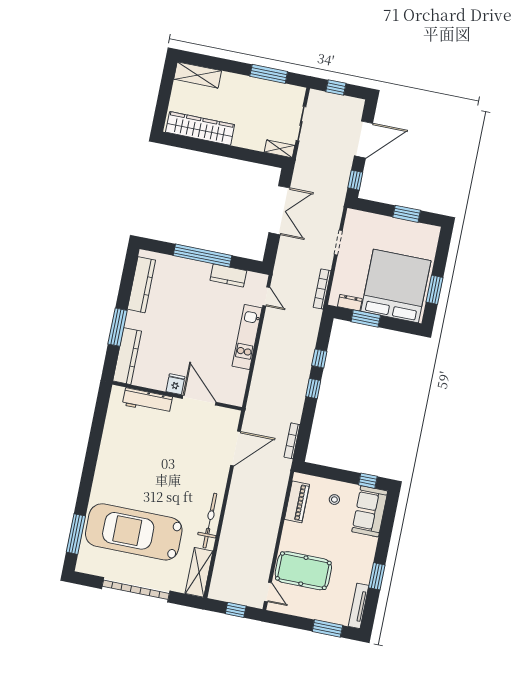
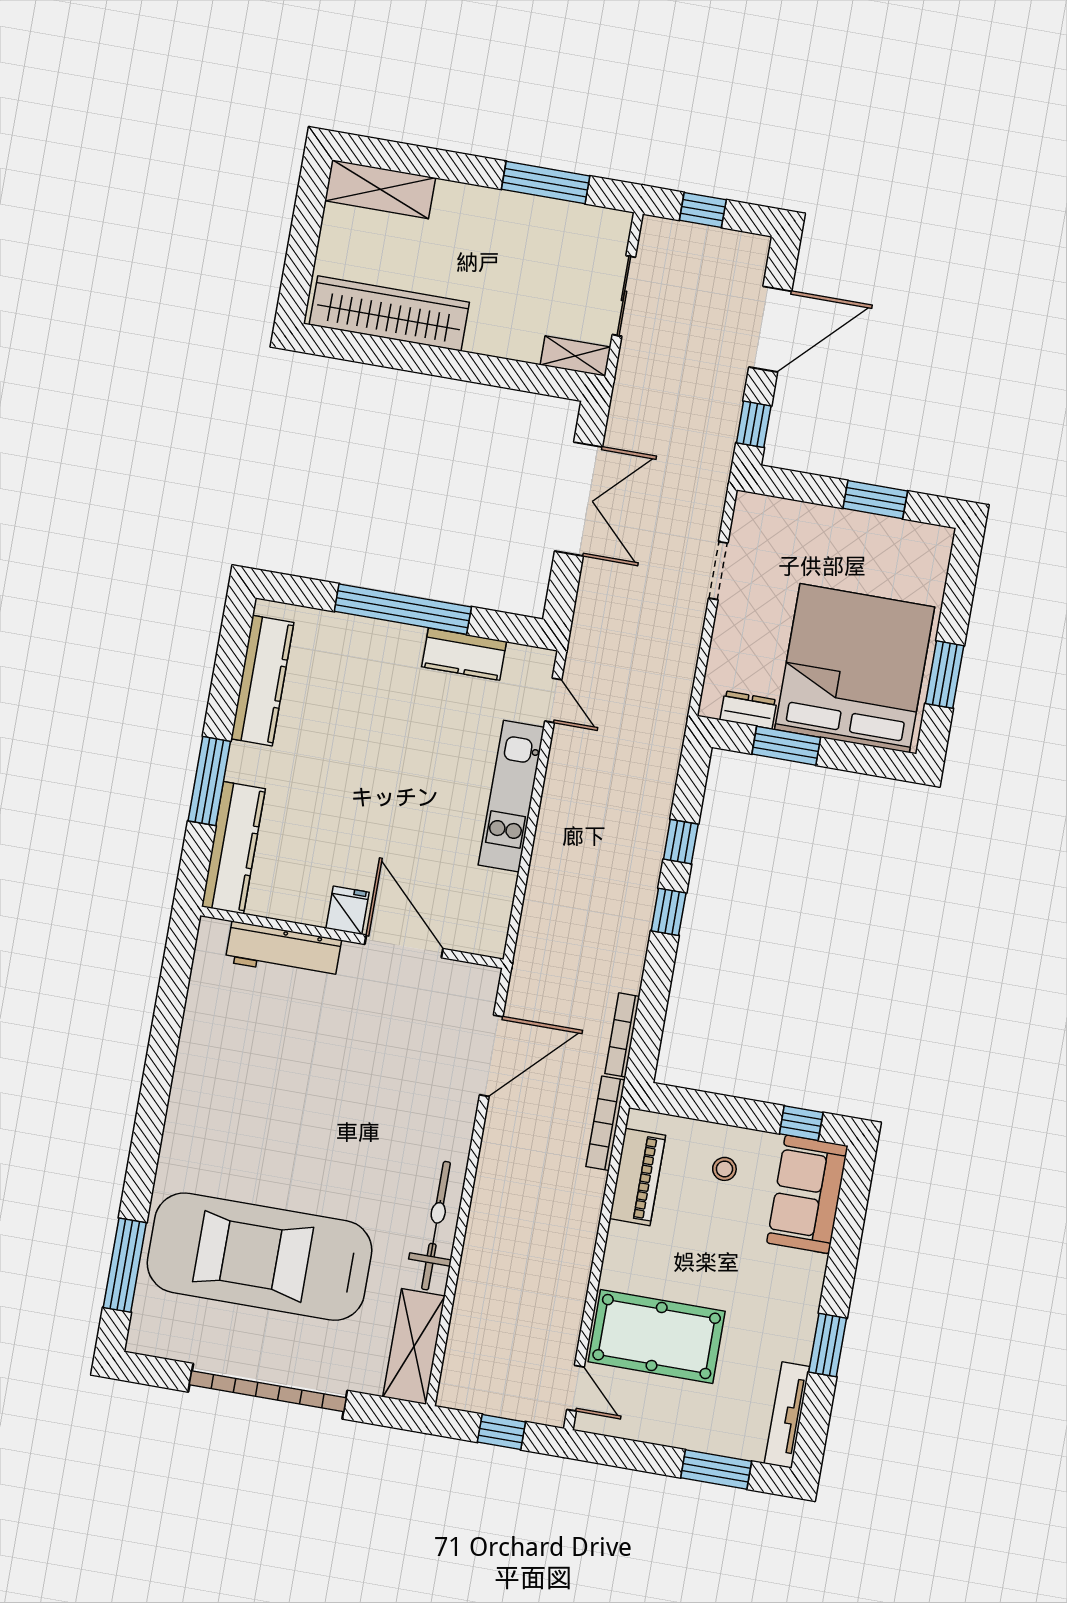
bookcase: (322, 289) -> (605, 1123), moved

